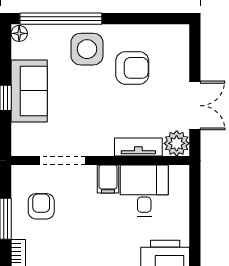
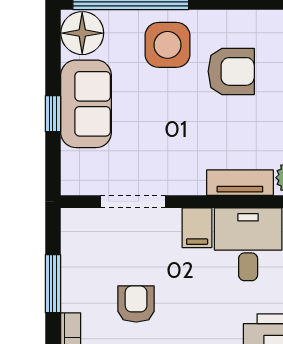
floor lamp: (19, 33) -> (82, 33), width x1.89, depth x1.89
armchair: (41, 206) -> (136, 304), moved

